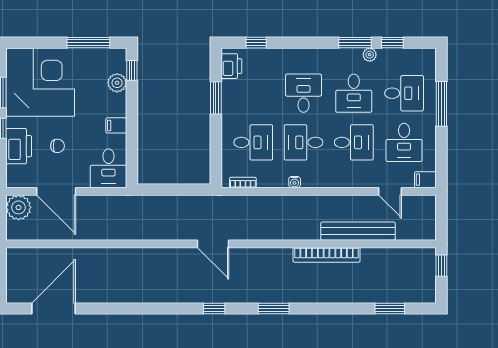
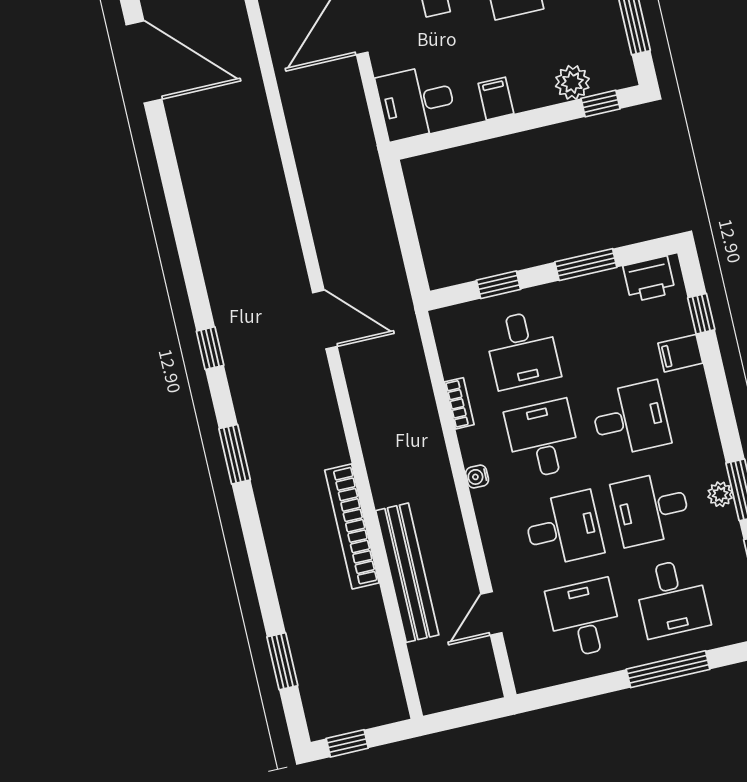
plant: (370, 55) -> (720, 494), moved
desk: (354, 142) -> (564, 529), turned -90
desk: (404, 142) -> (584, 618), turned 90
window: (216, 147) -> (499, 285), added
filing cabinet: (425, 180) -> (680, 353), moved, turned -90
bookcase: (243, 182) -> (459, 403), moved
water cooler: (295, 182) -> (477, 477), moved
door: (213, 244) -> (325, 320), swing flipped
window: (441, 266) -> (347, 743), moved

